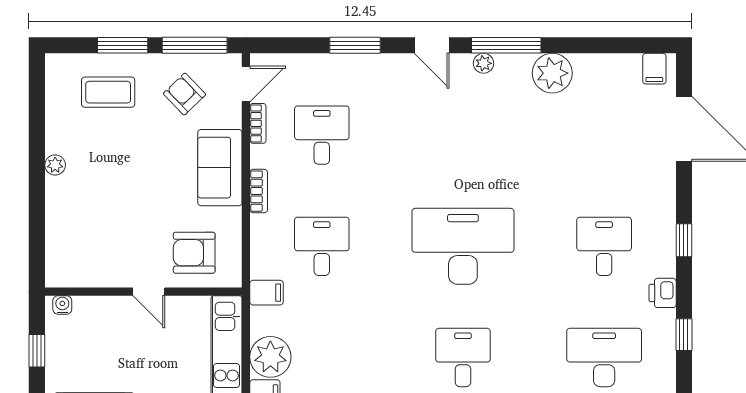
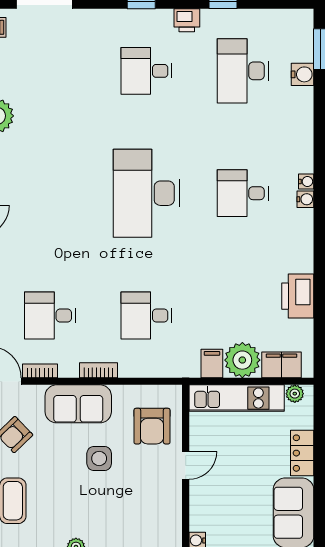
side table: (157, 192) -> (99, 458), added
filing cabinet: (267, 293) -> (212, 363), moved

